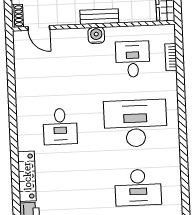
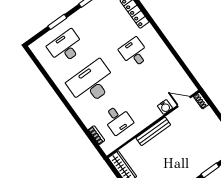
bench: (99, 17) -> (153, 131), width x1.36
water cooler: (96, 35) -> (165, 107), moved
desk: (135, 123) -> (92, 83), turned 180

